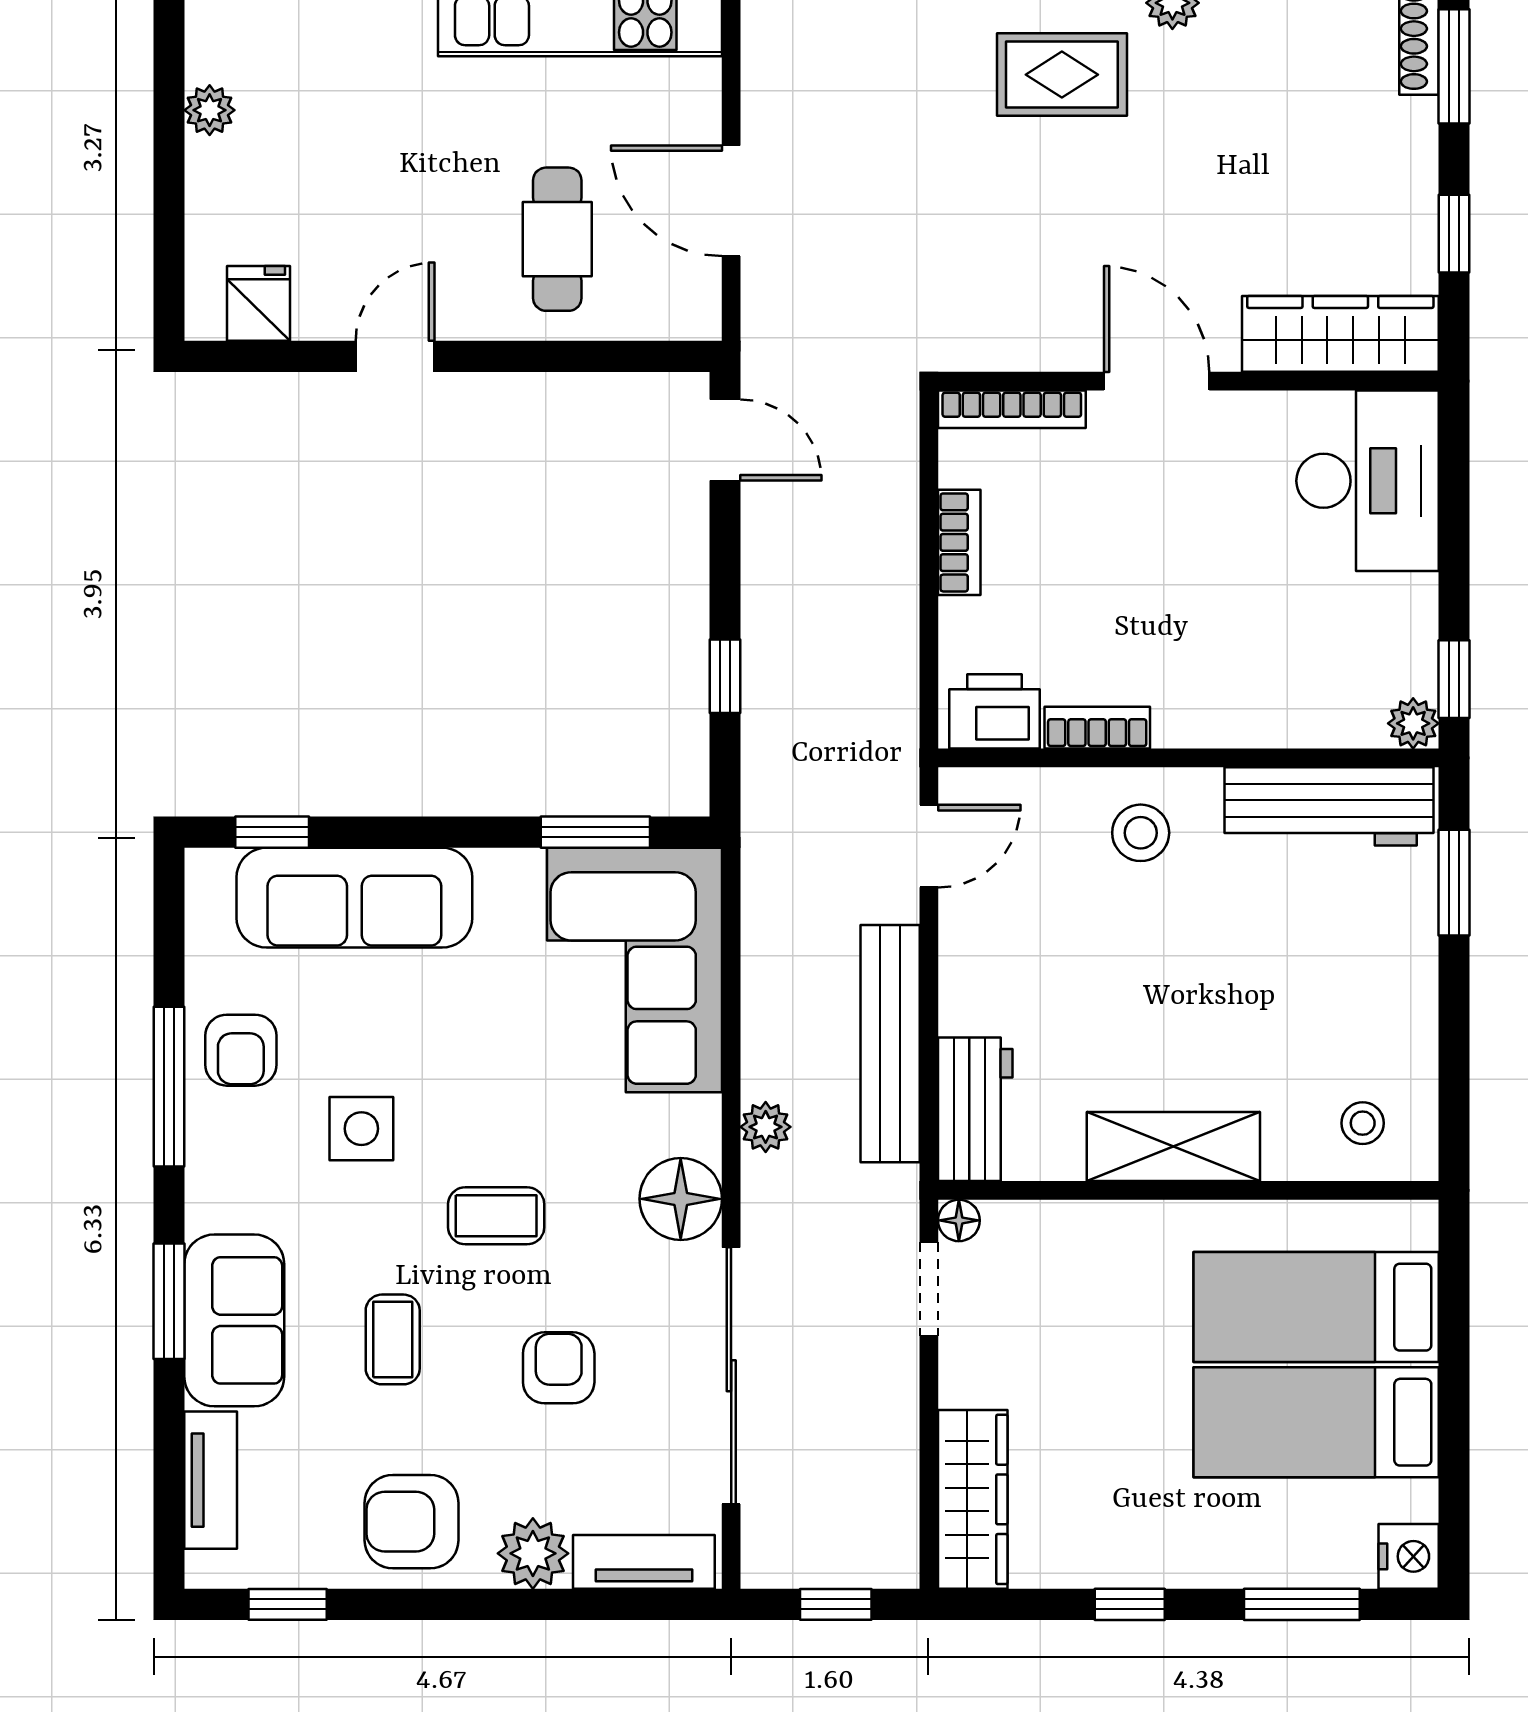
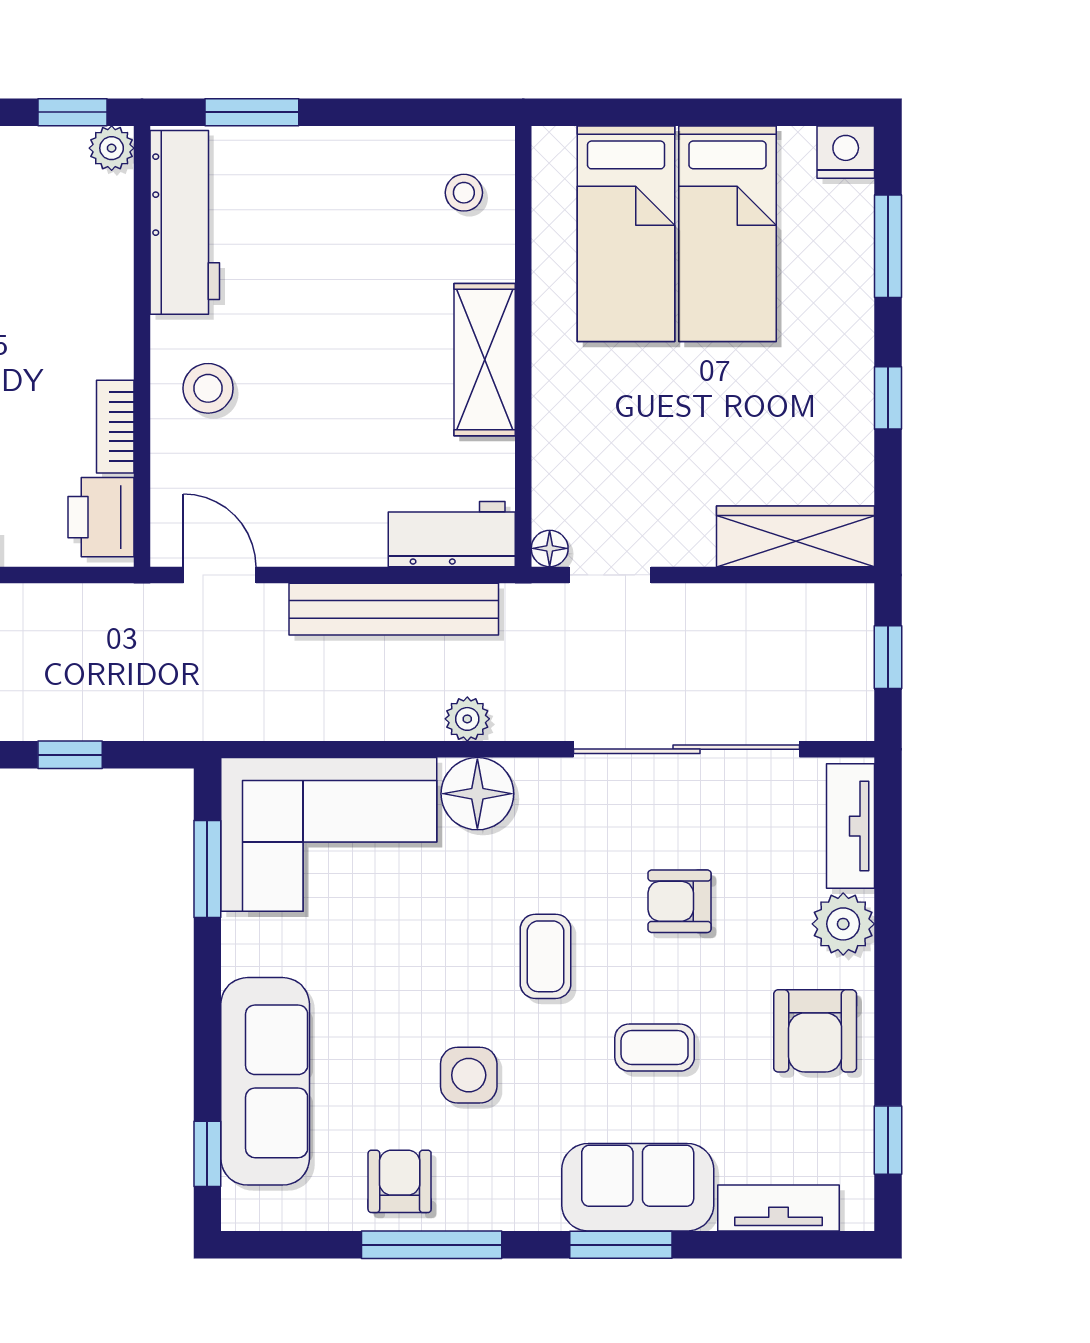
armchair: (241, 1050) -> (400, 1181), turned -90
floor lamp: (681, 1199) -> (477, 794), moved

